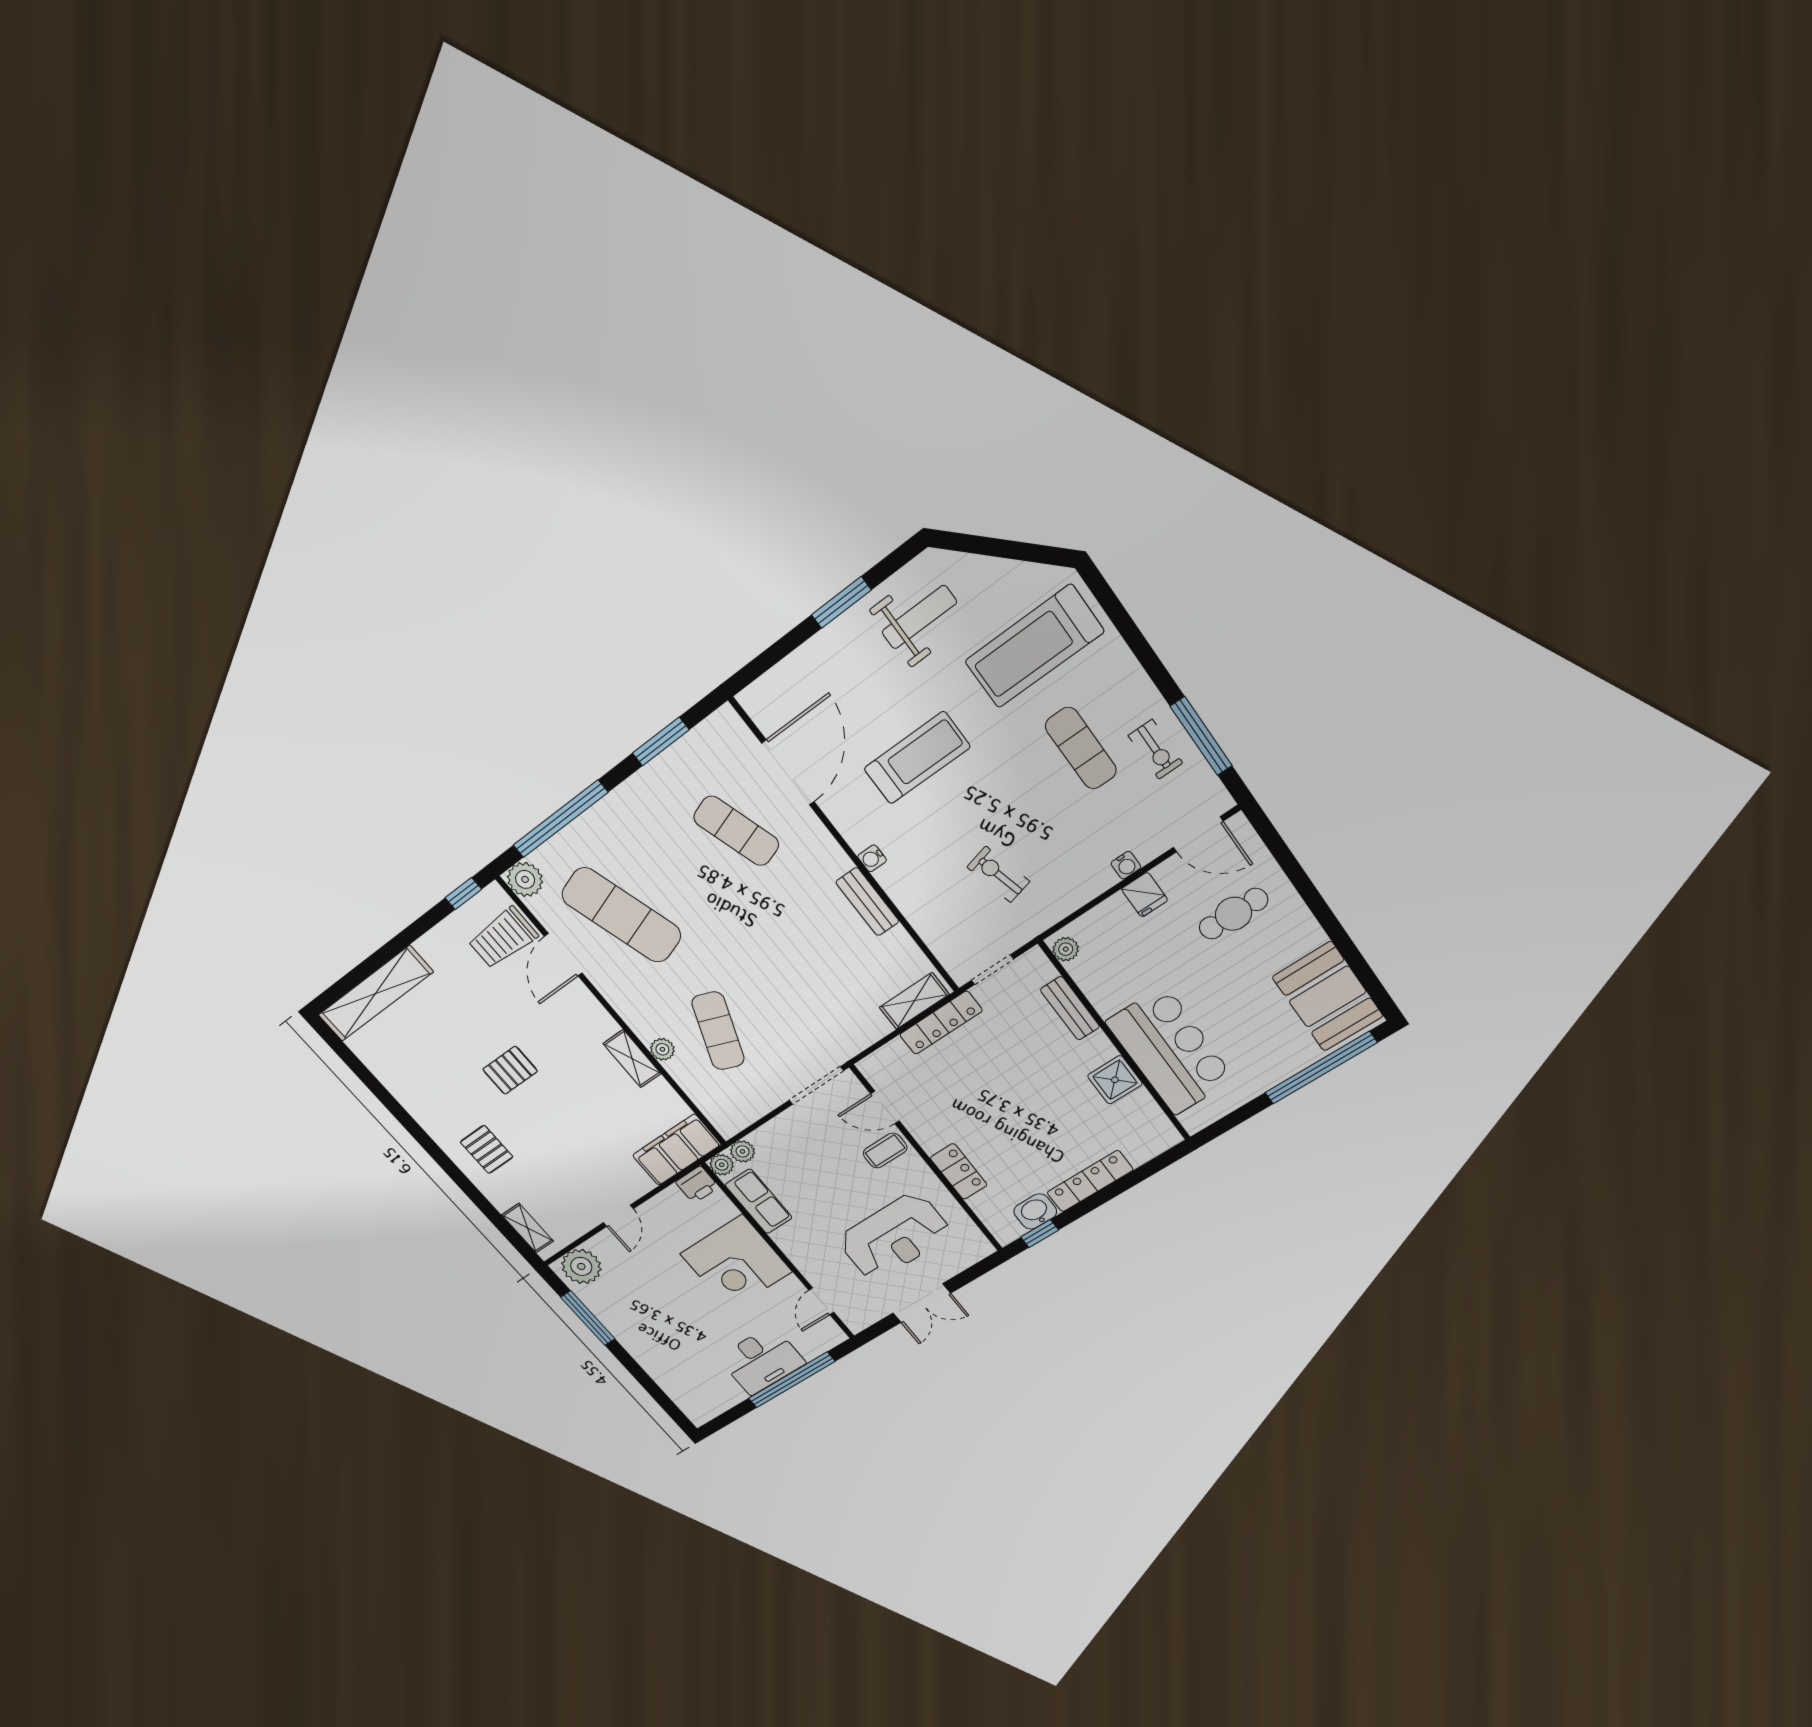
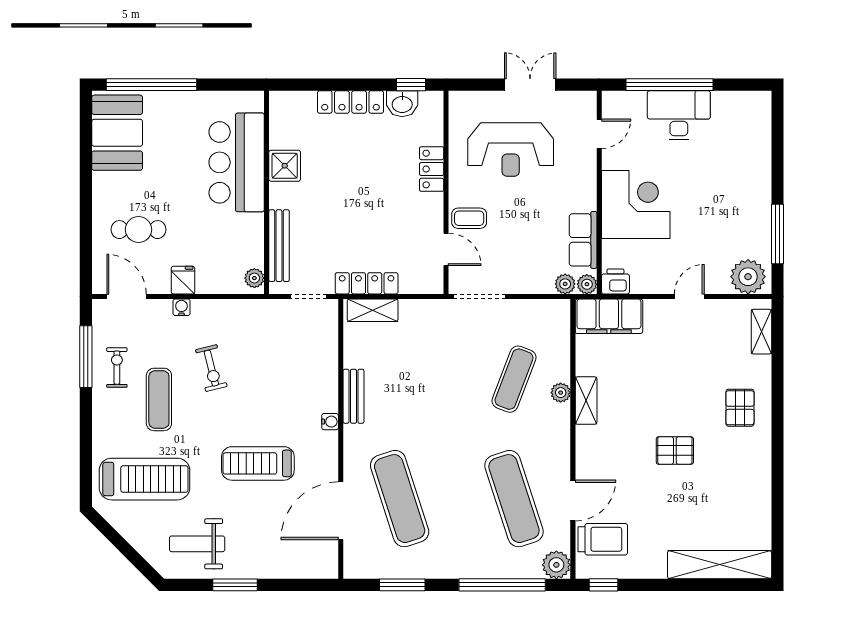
exercise mat: (736, 831) -> (400, 499), width x1.36, depth x1.45
exercise bike: (998, 874) -> (211, 368), moved
bench: (1070, 1008) -> (279, 246), width x1.36
reception desk: (894, 1237) -> (511, 150), turned 180

